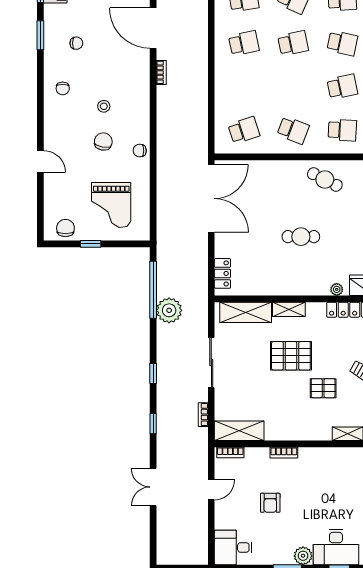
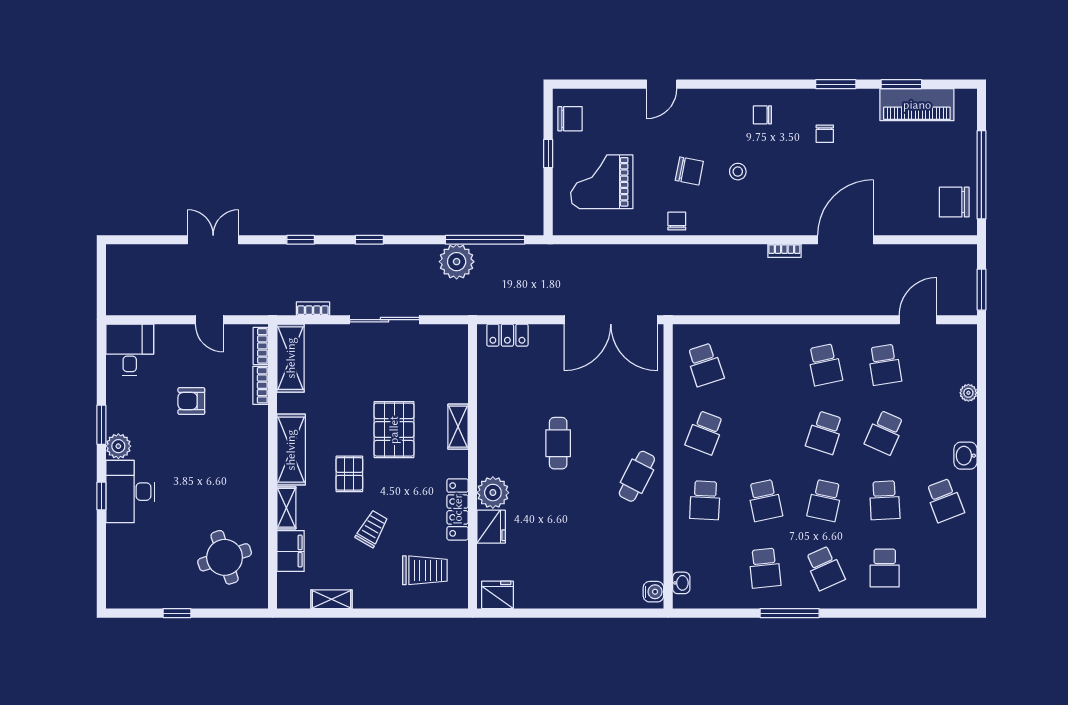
school desk: (293, 43) -> (825, 432), turned 30
plant: (337, 289) -> (493, 493), width x1.87, depth x1.87
shelving: (246, 312) -> (291, 450), moved
bookcase: (284, 453) -> (260, 385), moved

